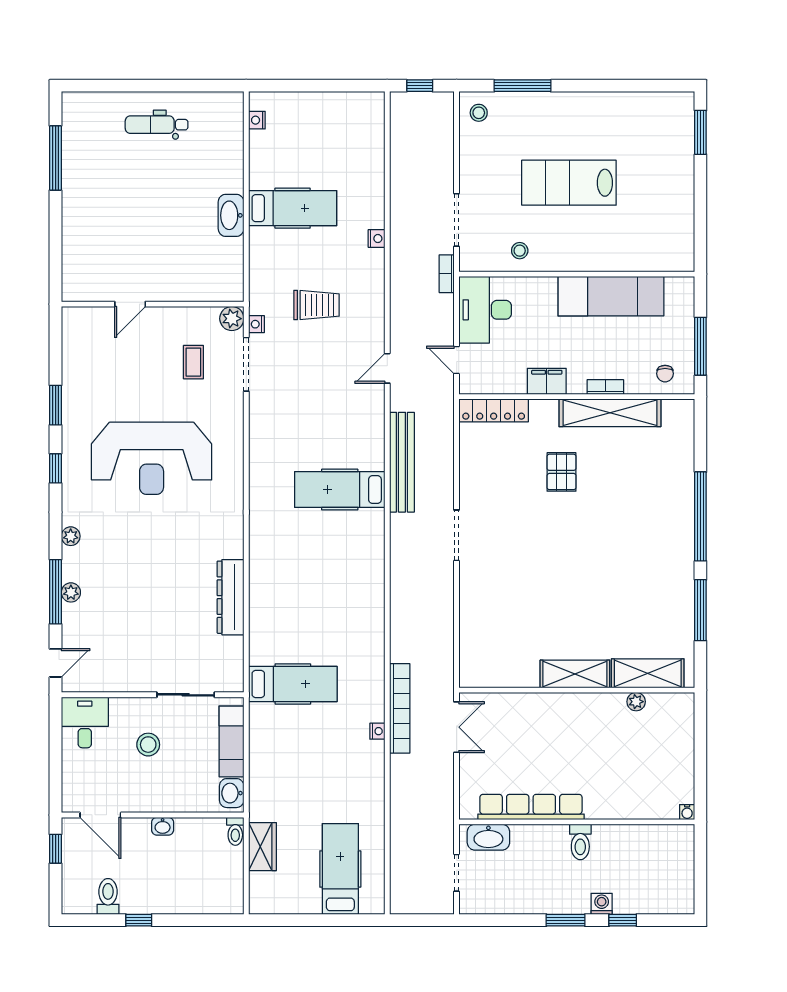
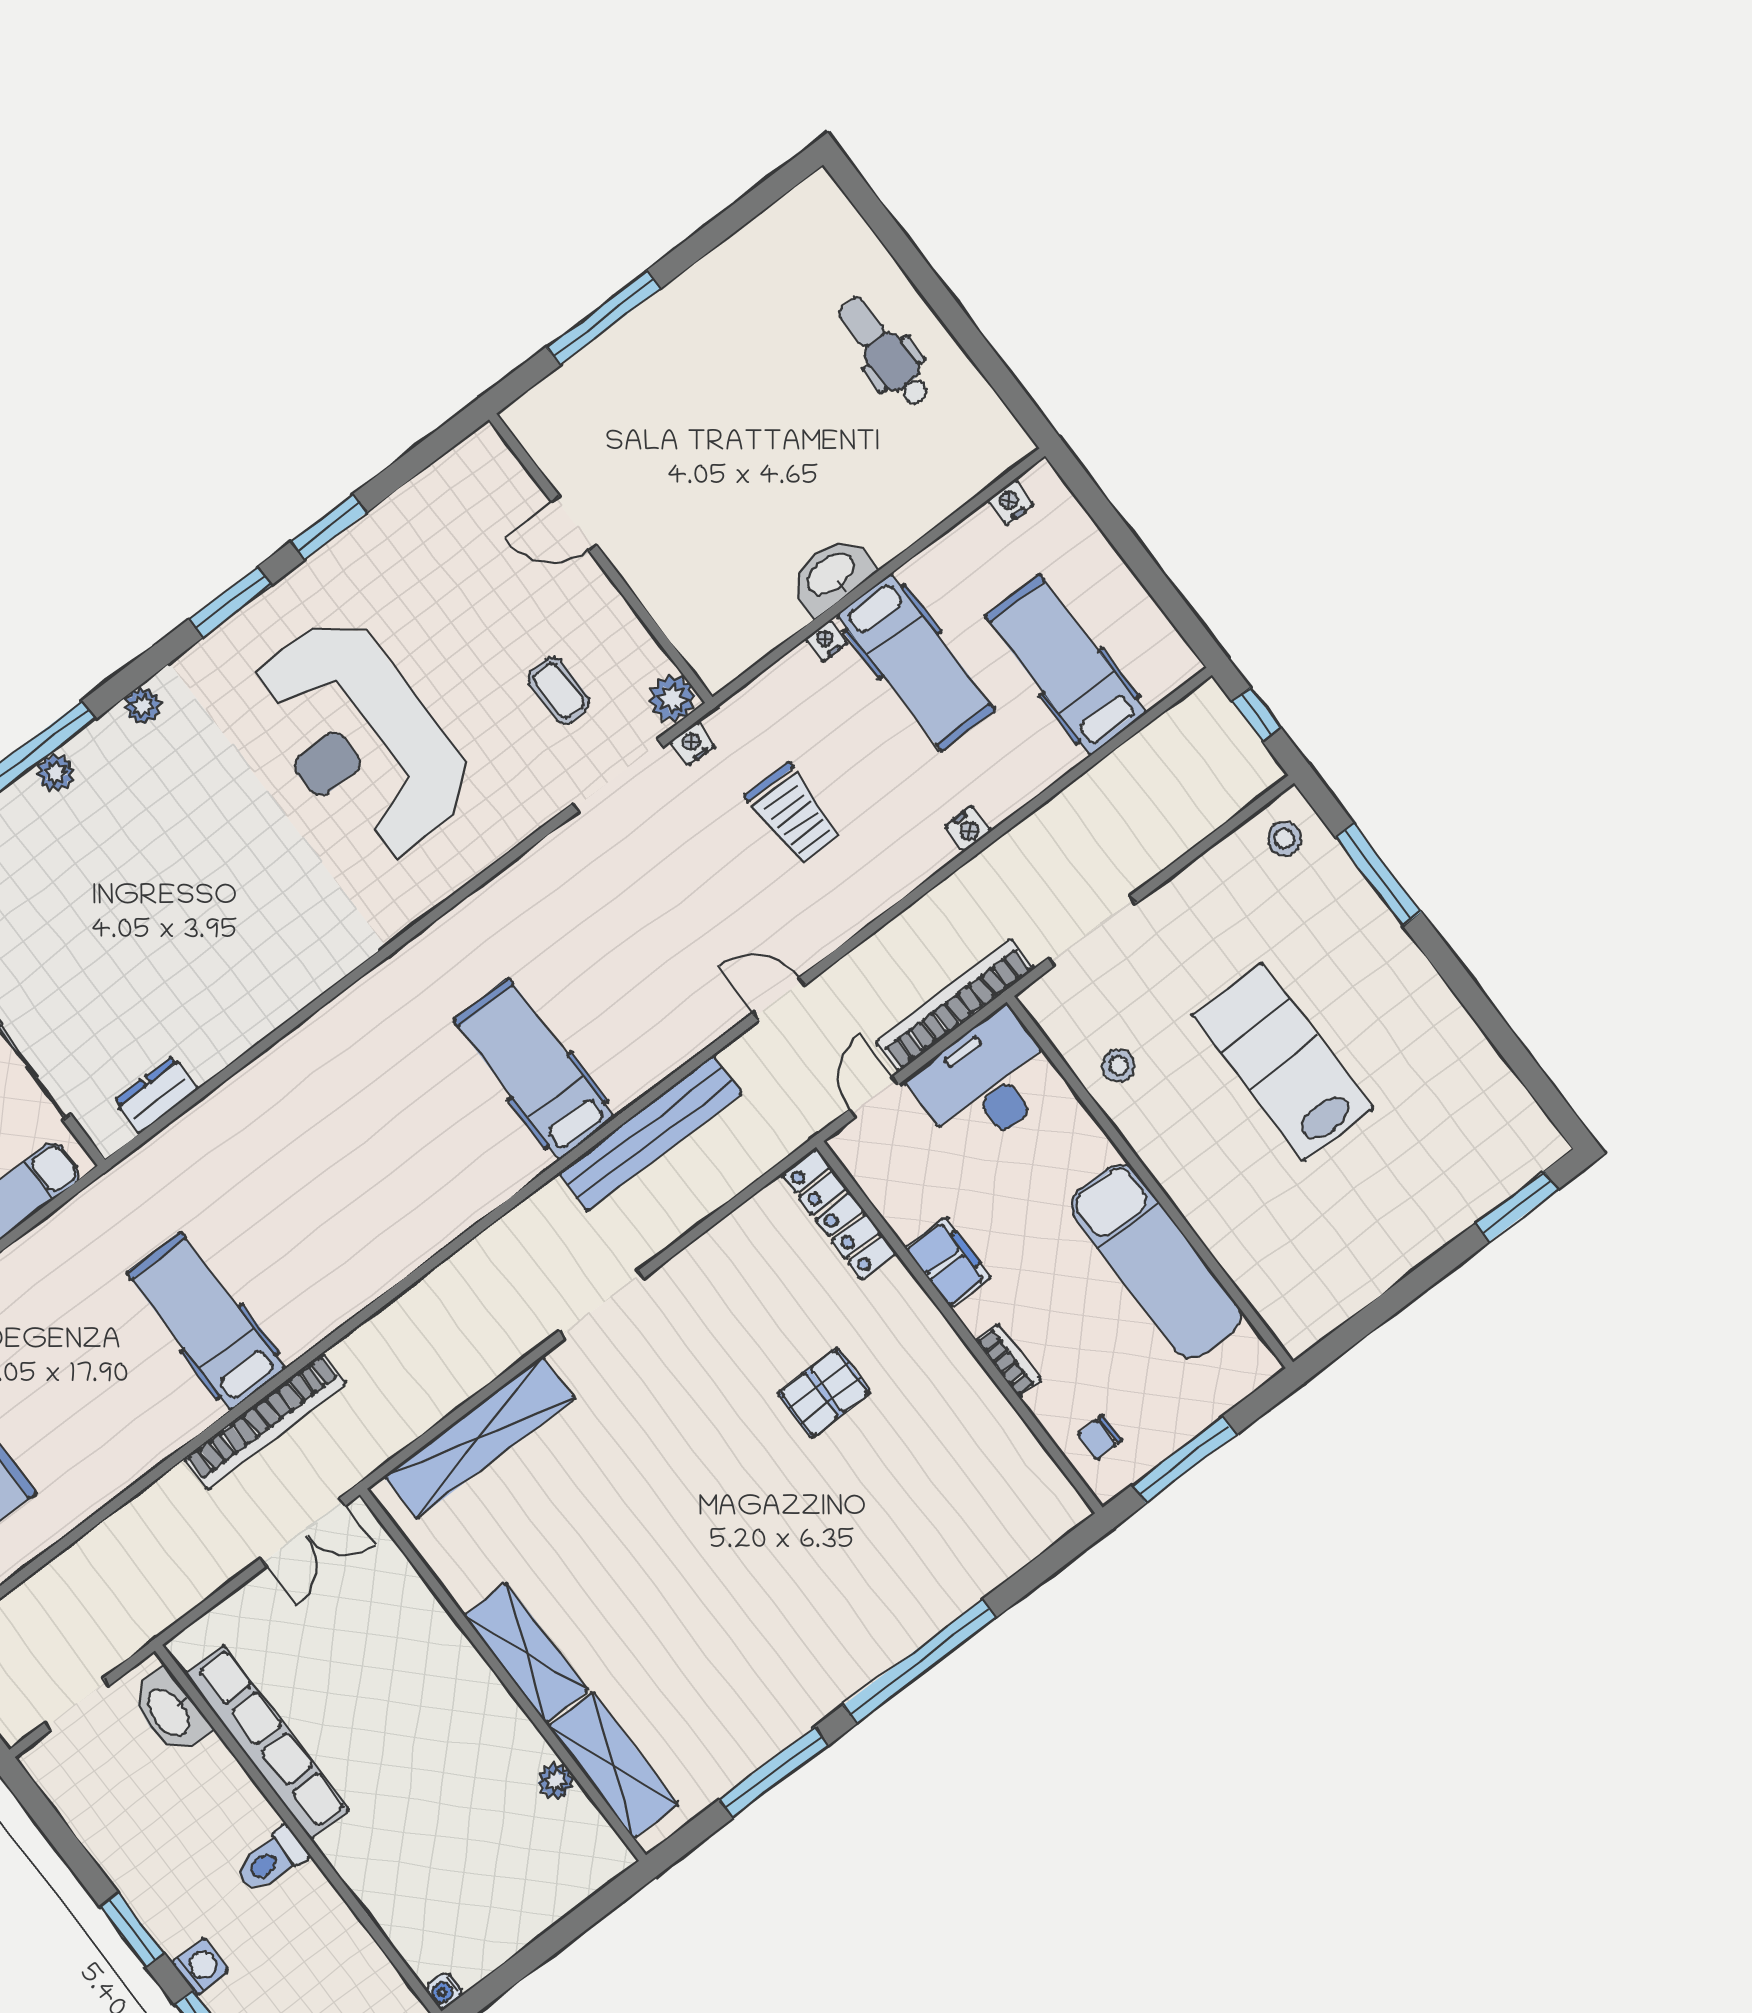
hospital bed: (340, 148) -> (1065, 665), added
window: (56, 158) -> (603, 318), moved
bookcase: (447, 274) -> (955, 1005), width x2.31, depth x1.31
coffee table: (193, 362) -> (559, 690), turned 90
shelving: (610, 413) -> (479, 1438), moved, turned 90
window: (56, 468) -> (230, 602), width x1.50
dresser: (230, 597) -> (156, 1095), moved, width x0.51, depth x0.80
hospital bed: (293, 684) -> (206, 1321), moved, turned 180
nightstand: (377, 731) -> (826, 641), moved, turned 180

